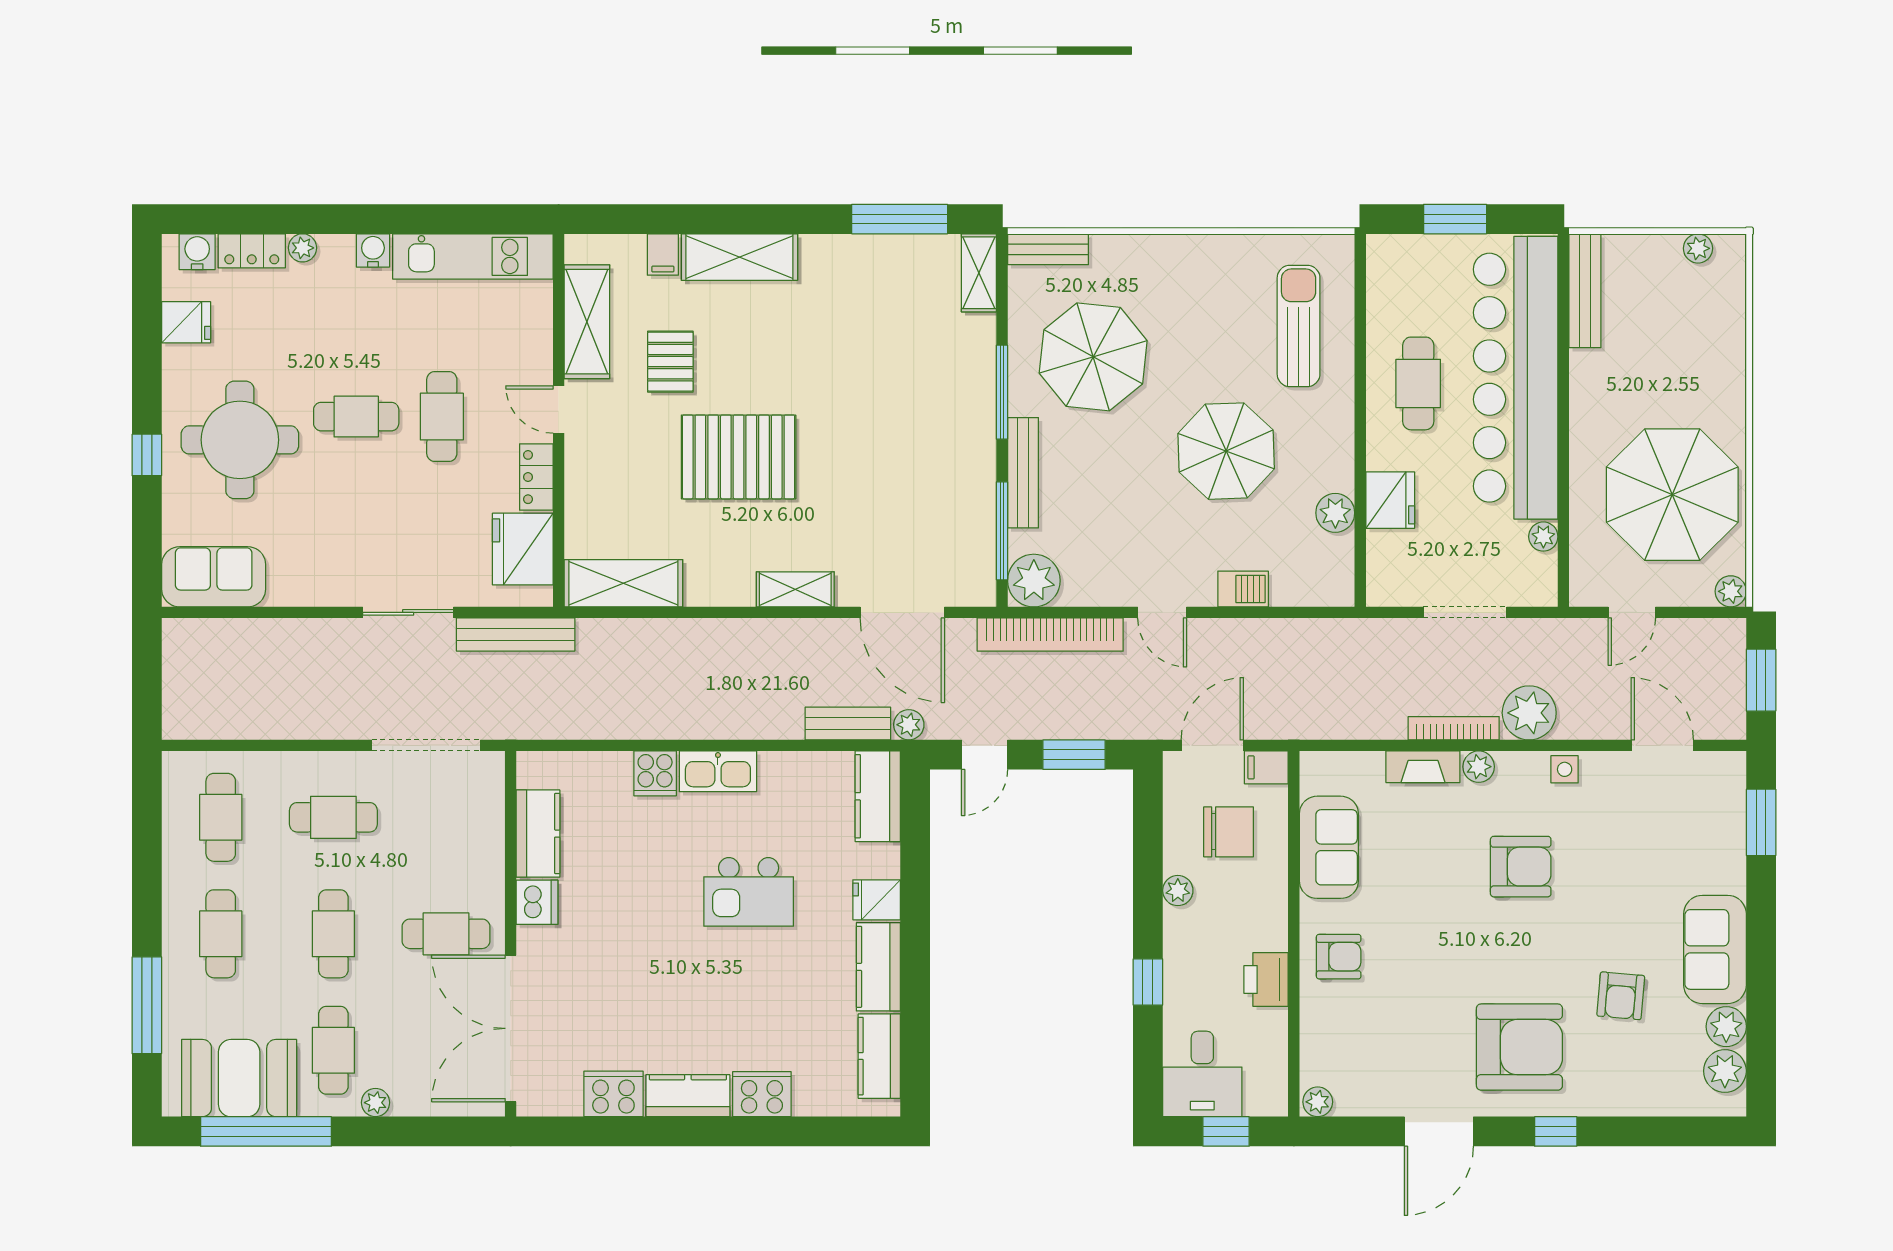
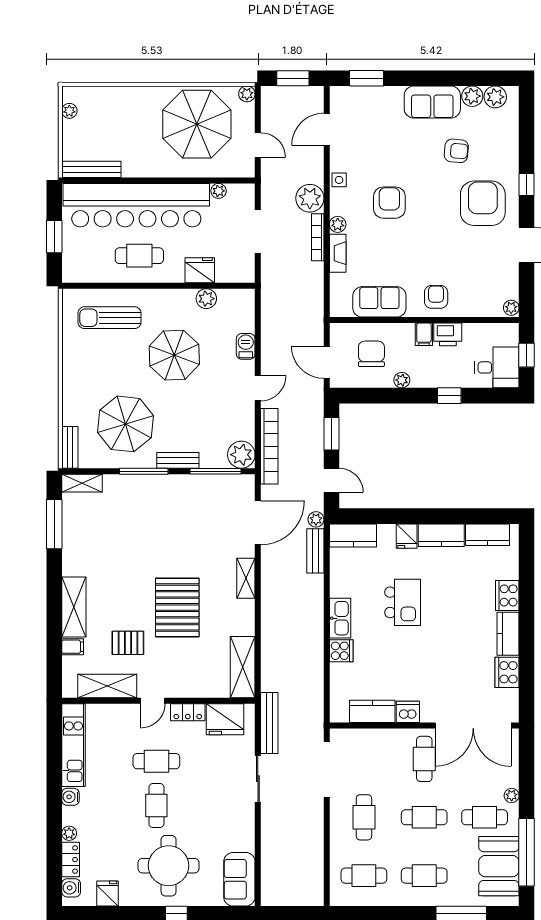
bench: (1023, 473) -> (178, 460), width x0.73
filing cabinet: (1266, 767) -> (424, 334), moved

